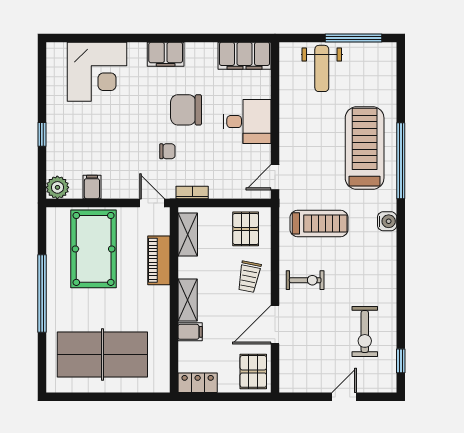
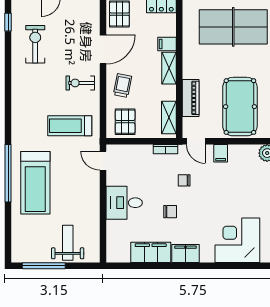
filing cabinet: (245, 56) -> (151, 252), moved
chair: (186, 110) -> (170, 212), width x0.54, depth x0.54
door: (275, 177) -> (103, 161), swing flipped
filing cabinet: (92, 187) -> (221, 153), moved
water cooler: (387, 221) -> (18, 127), removed

